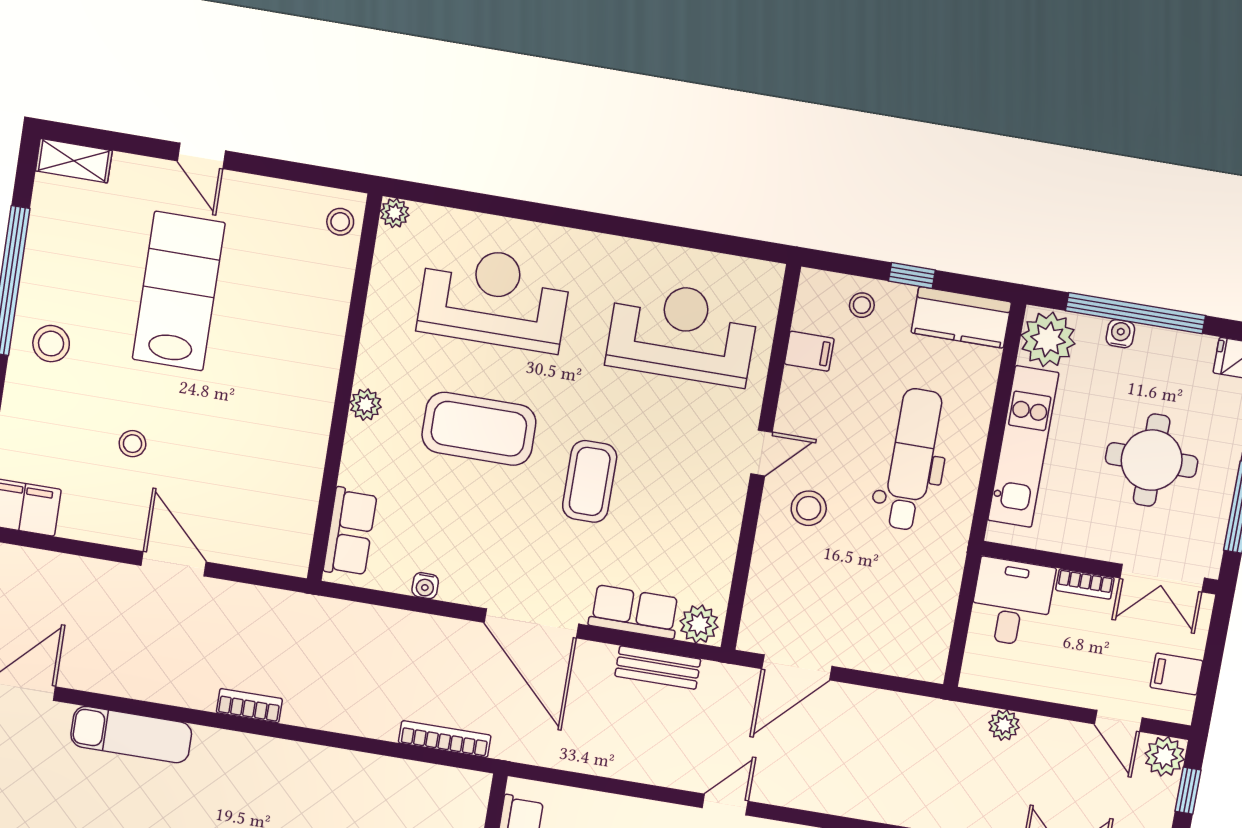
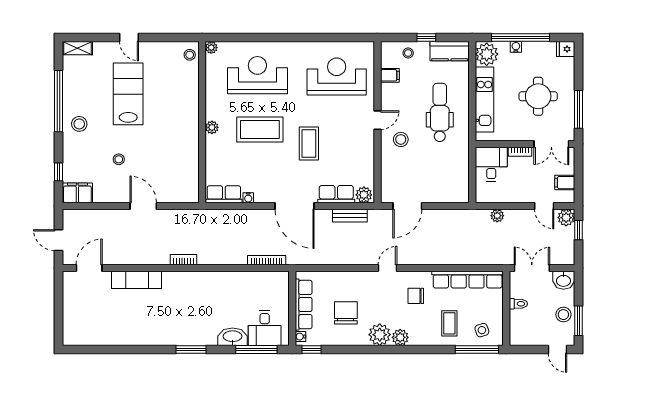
row of seats: (350, 532) -> (224, 194), moved, turned -90

